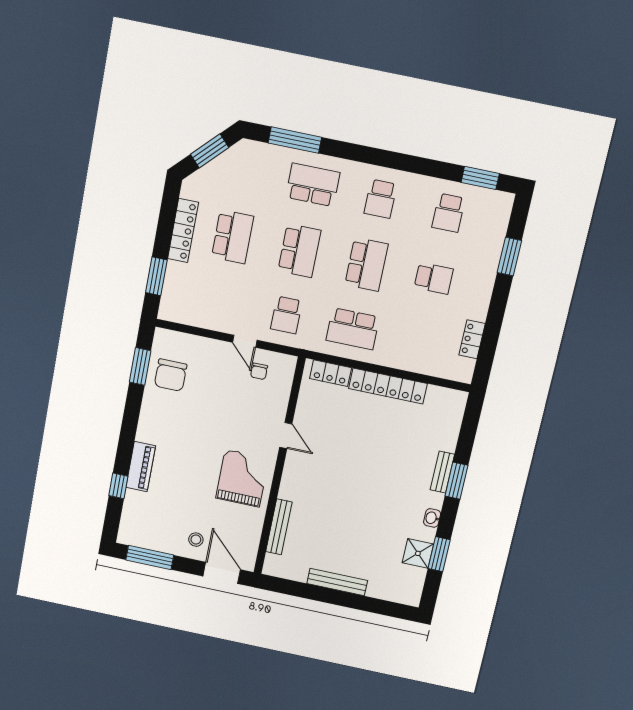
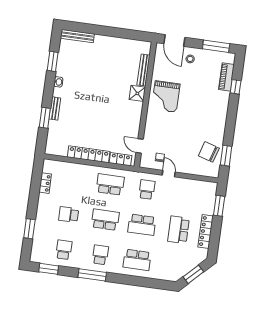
window: (295, 140) -> (92, 275), moved
school desk: (299, 251) -> (142, 225), turned -90
school desk: (366, 264) -> (105, 220), turned 90
chair: (171, 375) -> (209, 152), turned -73
door: (286, 436) -> (140, 146), moved
piano: (141, 467) -> (226, 77), moved
window: (456, 481) -> (45, 118), moved
shower: (418, 553) -> (137, 93), moved
bench: (337, 582) -> (77, 36), moved

